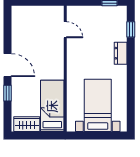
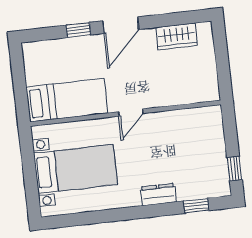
door: (65, 30) -> (131, 113), moved
wardrobe: (27, 124) -> (177, 36), moved, turned 90

